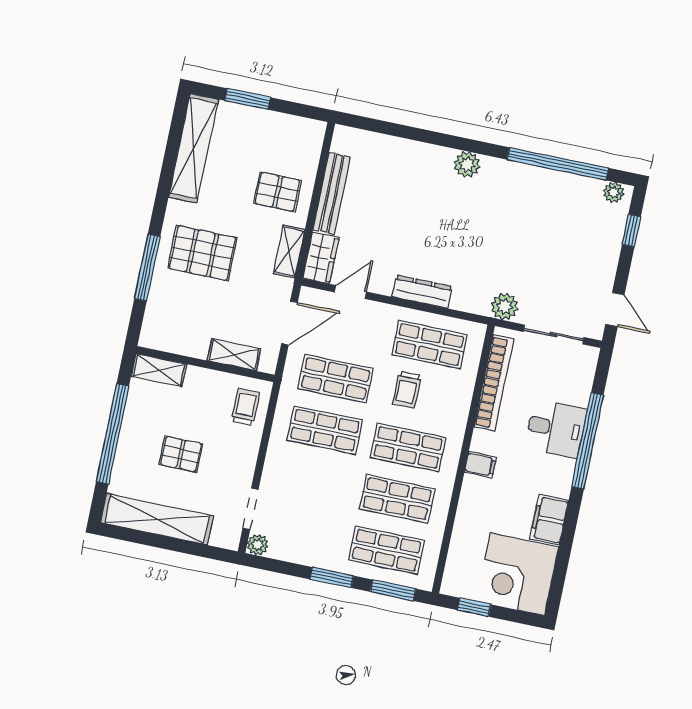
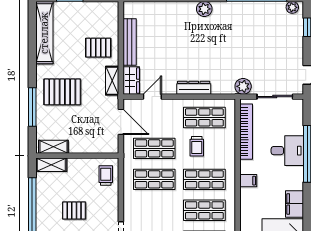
door: (289, 323) -> (121, 122), hinge flipped
shelving: (234, 355) -> (53, 147), moved

